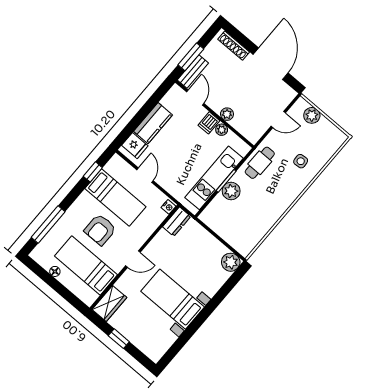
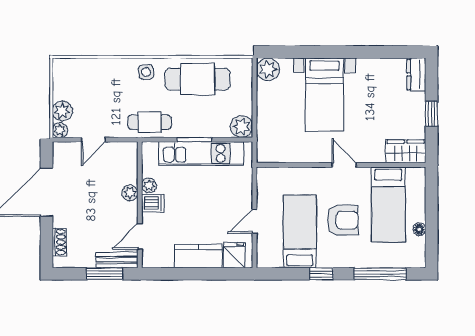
shoe rack: (234, 46) -> (59, 242), width x0.70
plant: (301, 104) -> (60, 130), added
door: (278, 120) -> (93, 140), swing flipped
side table: (301, 161) -> (146, 72), moved
window: (93, 172) -> (322, 274), moved
plant: (231, 191) -> (242, 127), moved
nightstand: (169, 207) -> (266, 173), removed
cafe table: (261, 214) -> (198, 79), added
dresser: (177, 222) -> (416, 74), moved, turned -90
bed with nightstands: (173, 299) -> (324, 95), moved

